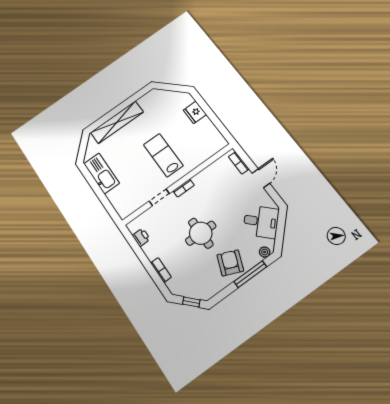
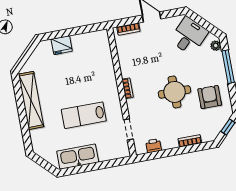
shelving: (117, 122) -> (31, 100), moved
lab bench: (163, 155) -> (84, 115), moved
doorway: (159, 197) -> (128, 129), moved
armchair: (230, 263) -> (210, 97), moved, turned 68

